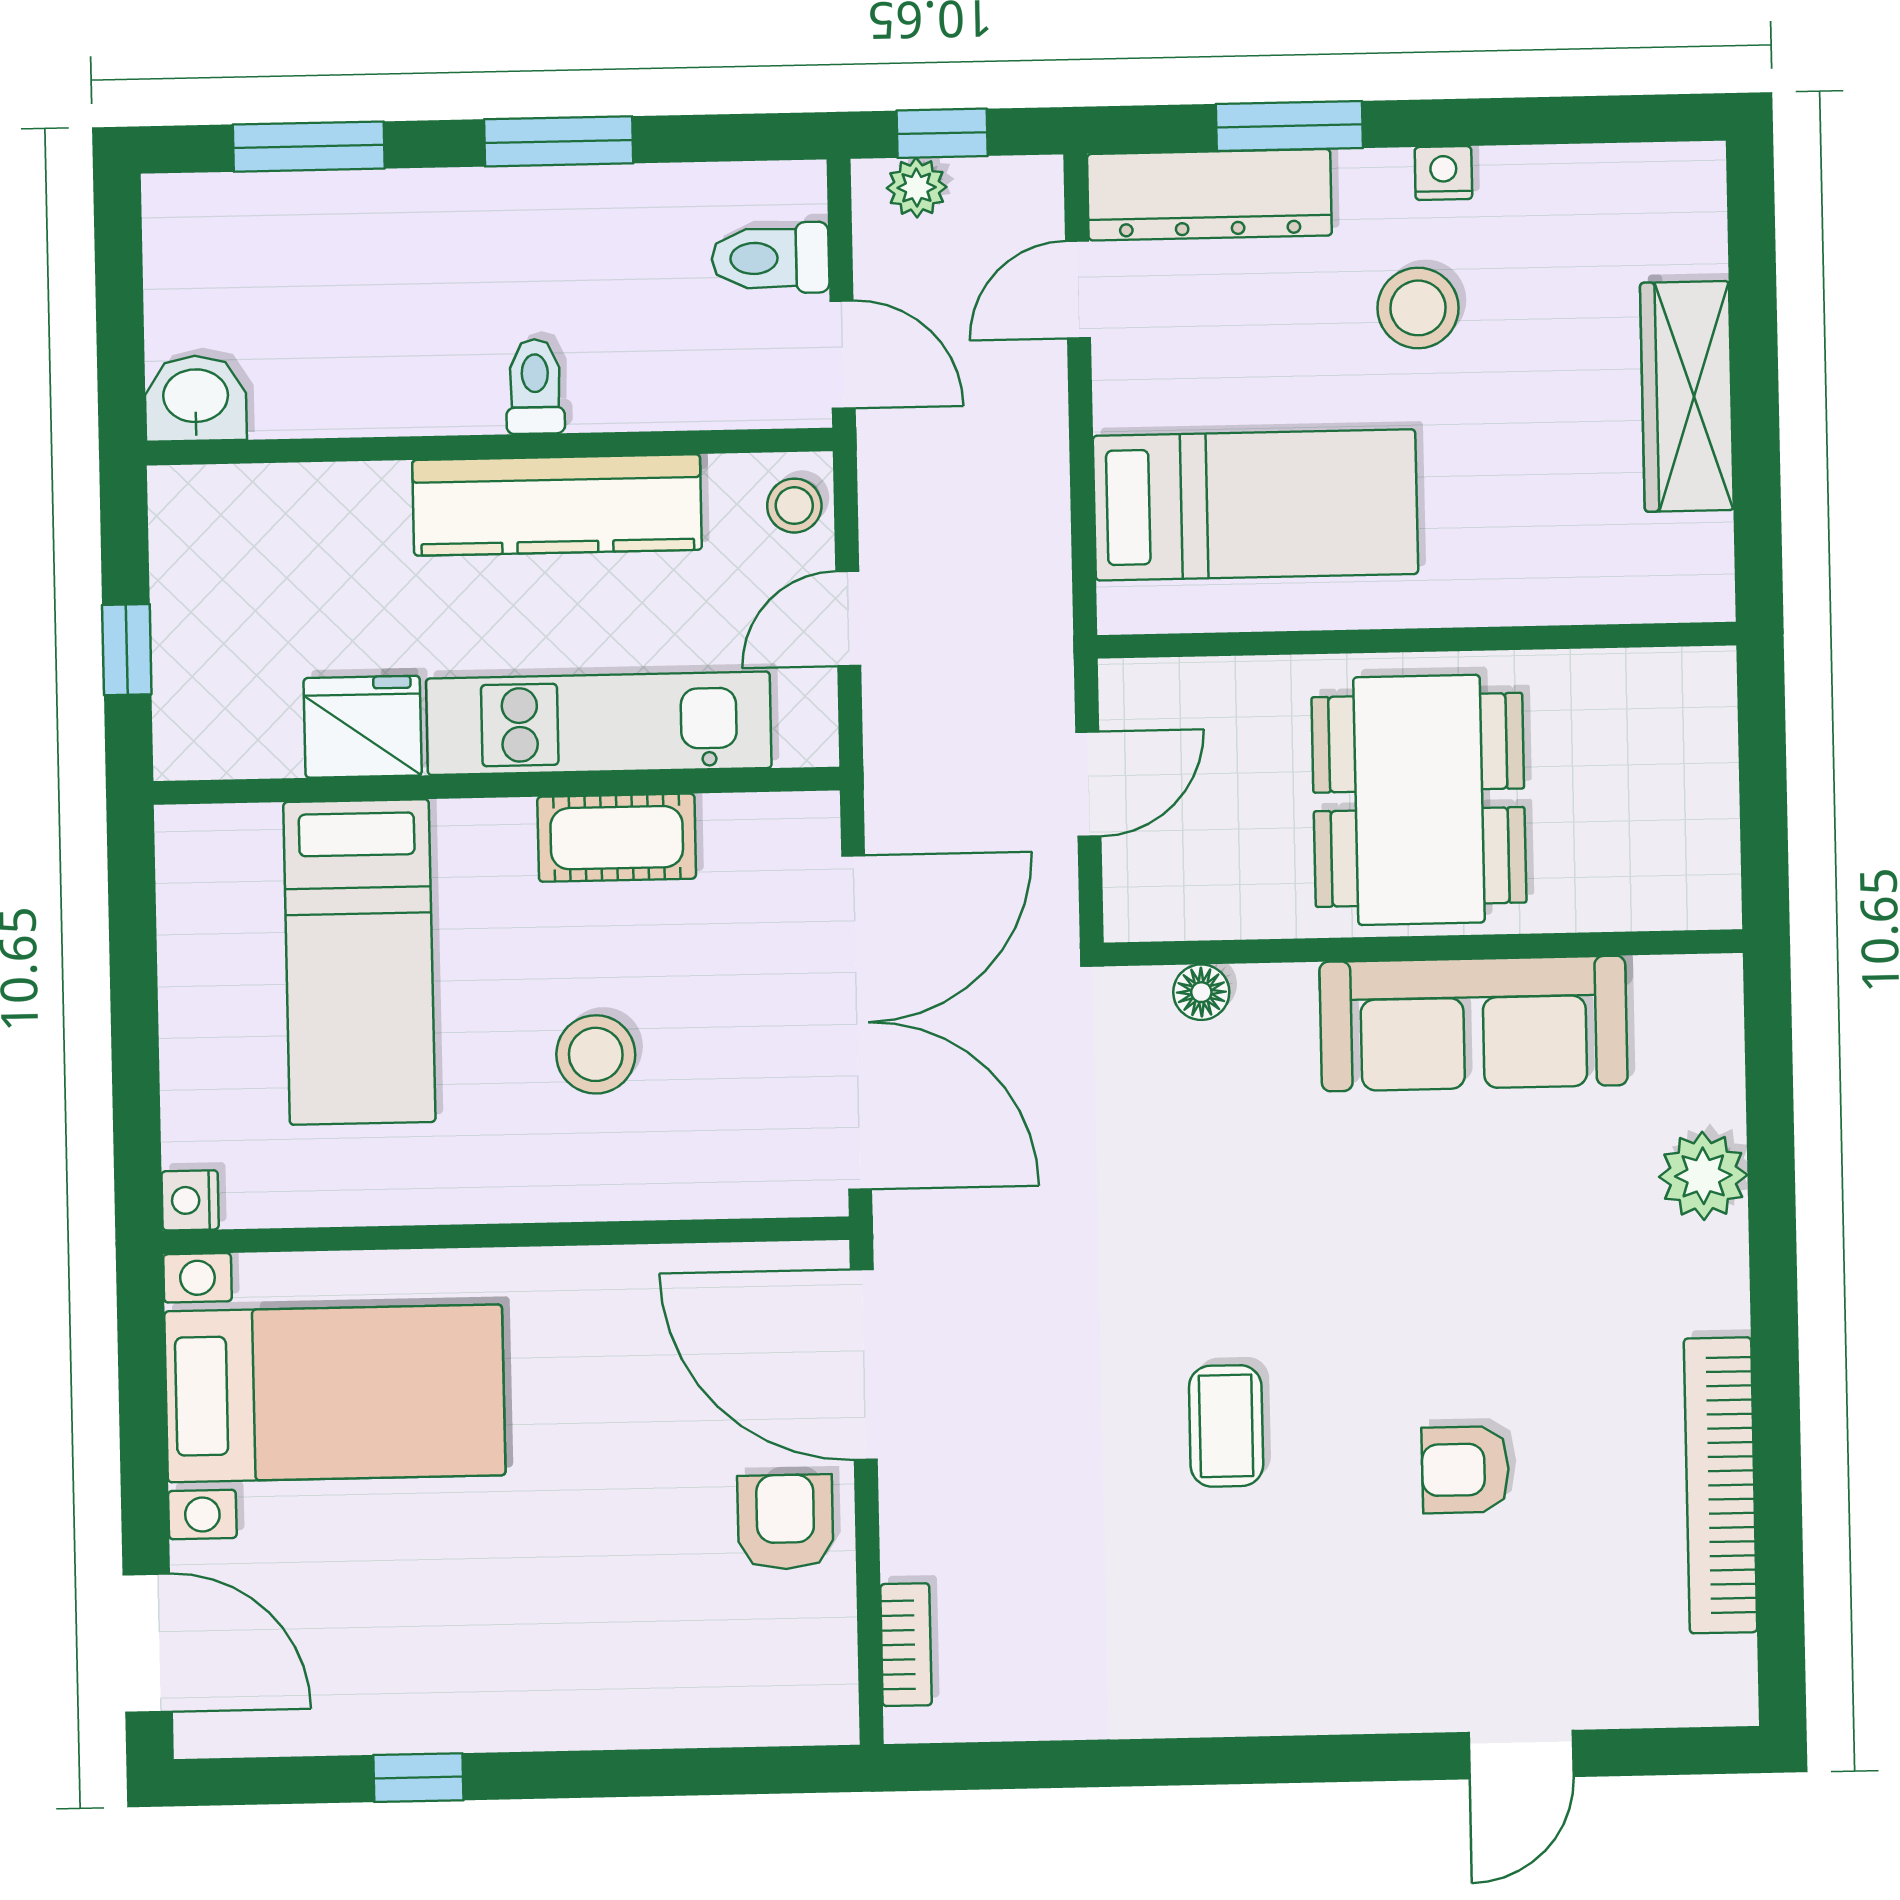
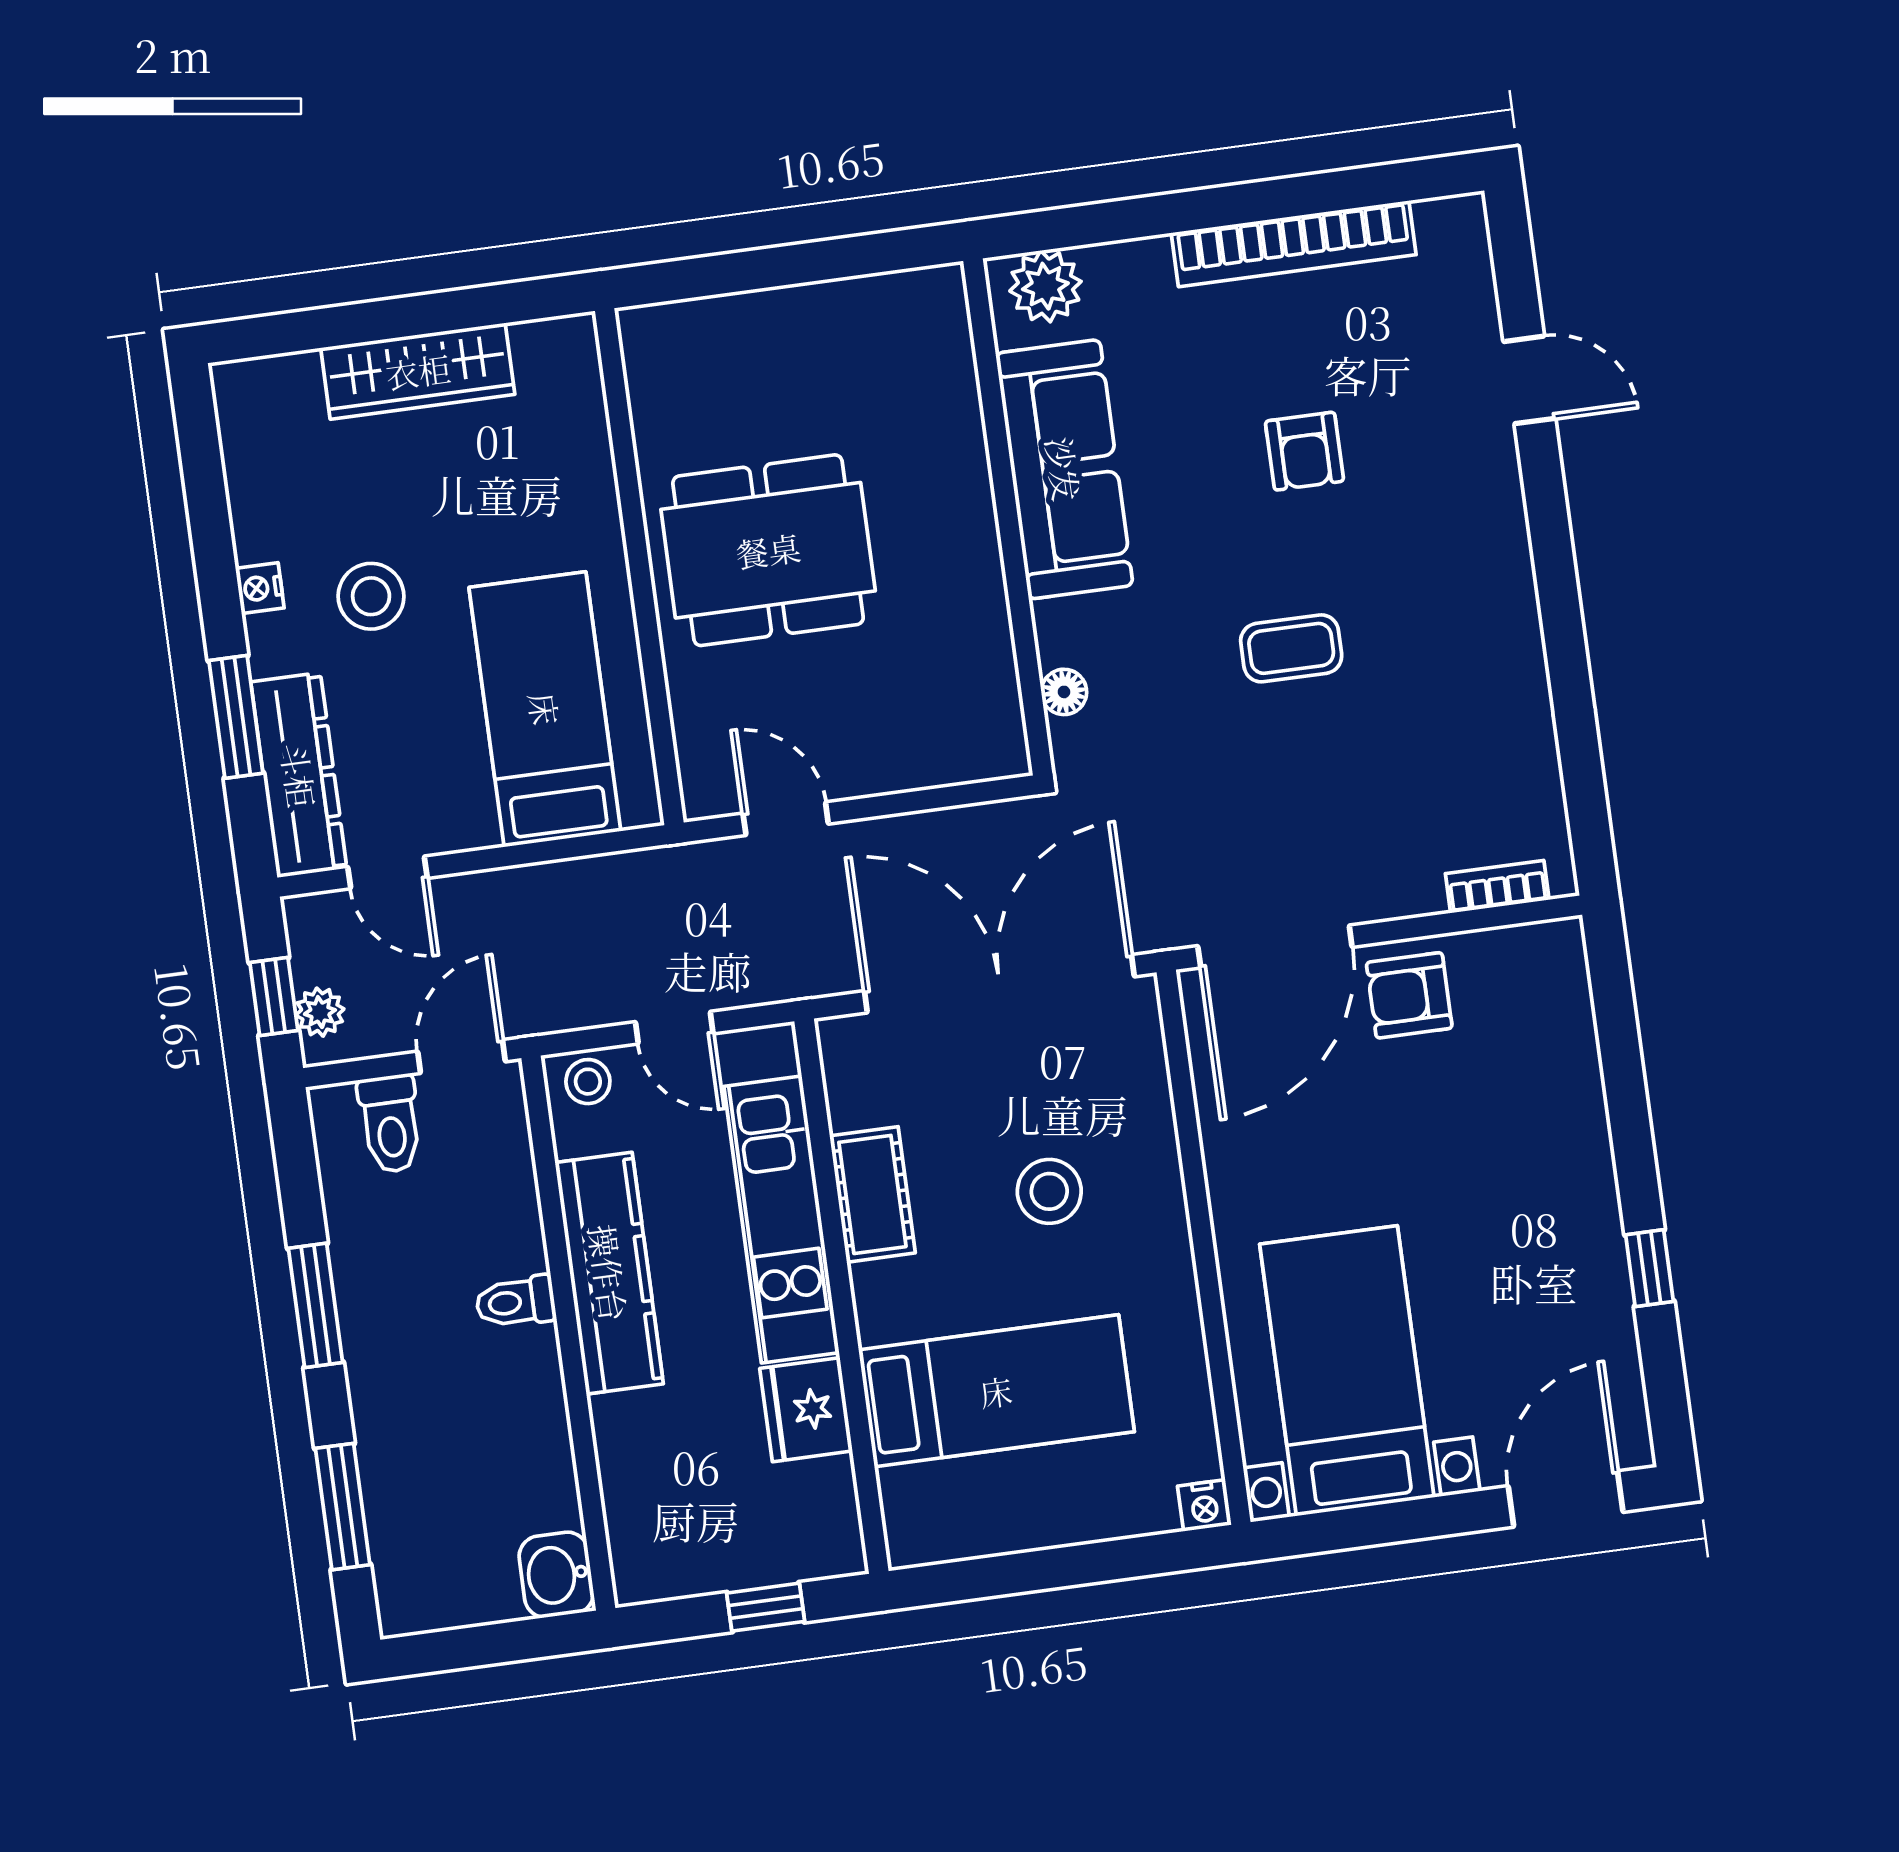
wall: (1423, 948) -> (1008, 517), moved
floor lamp: (1201, 992) -> (1064, 692), moved
sofa: (1473, 1024) -> (1064, 469), moved

